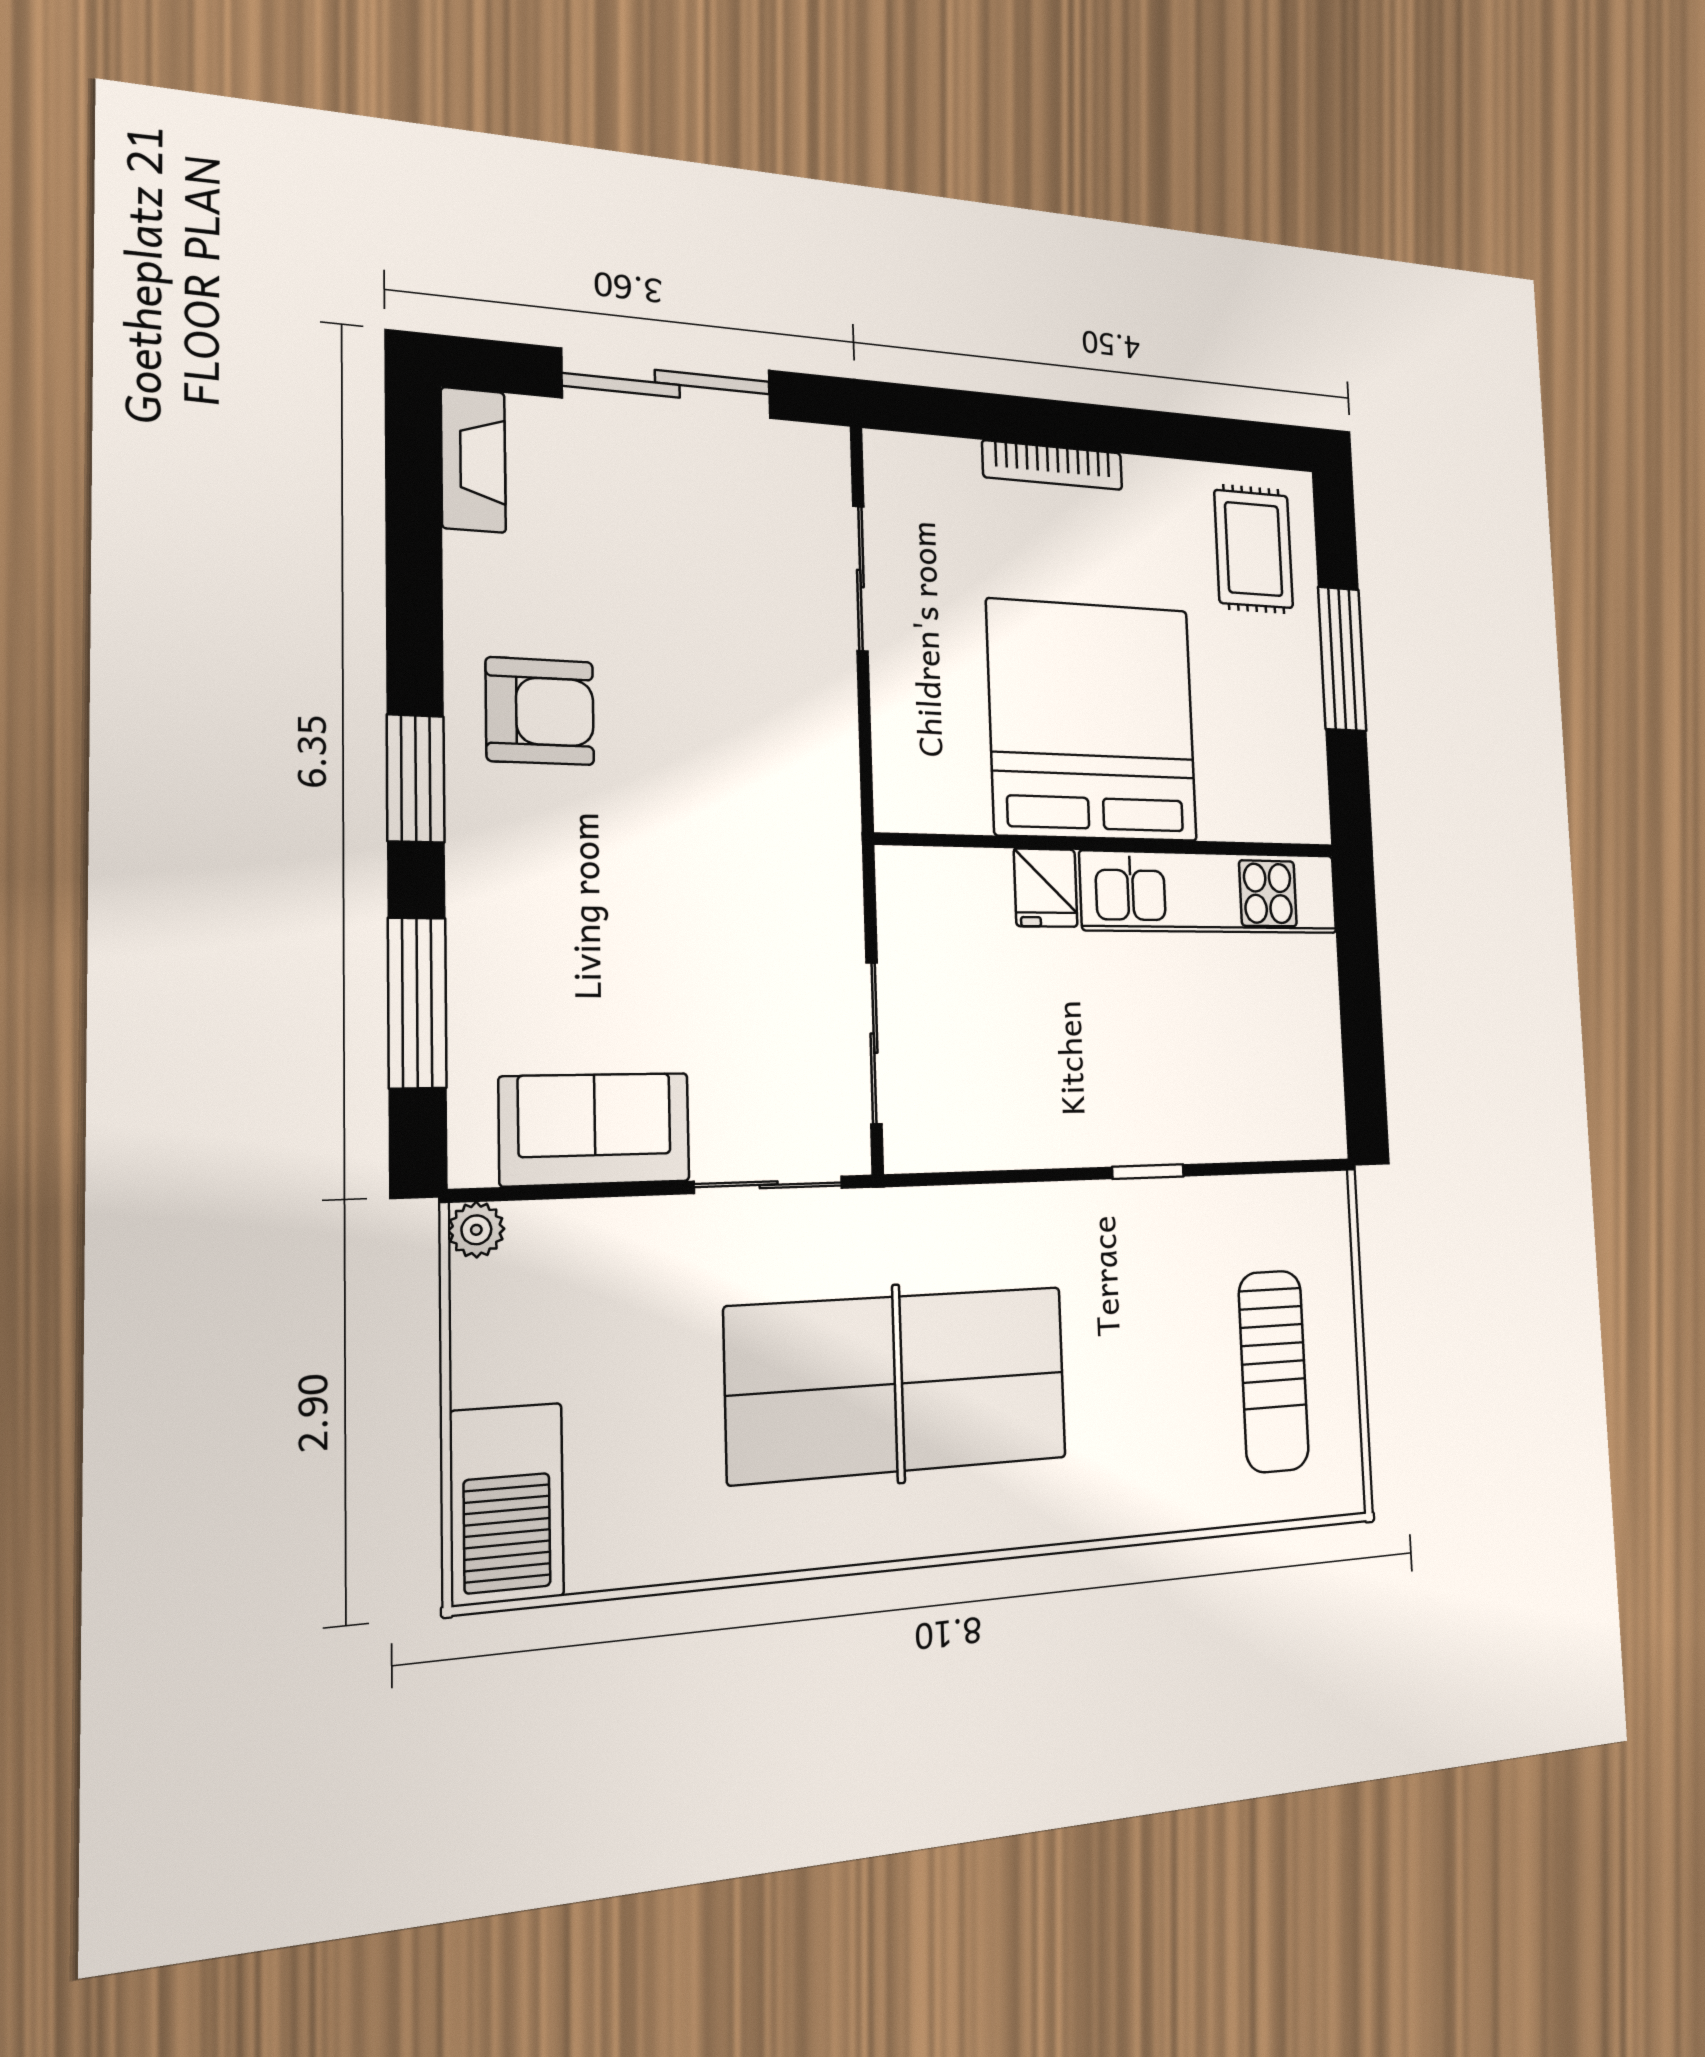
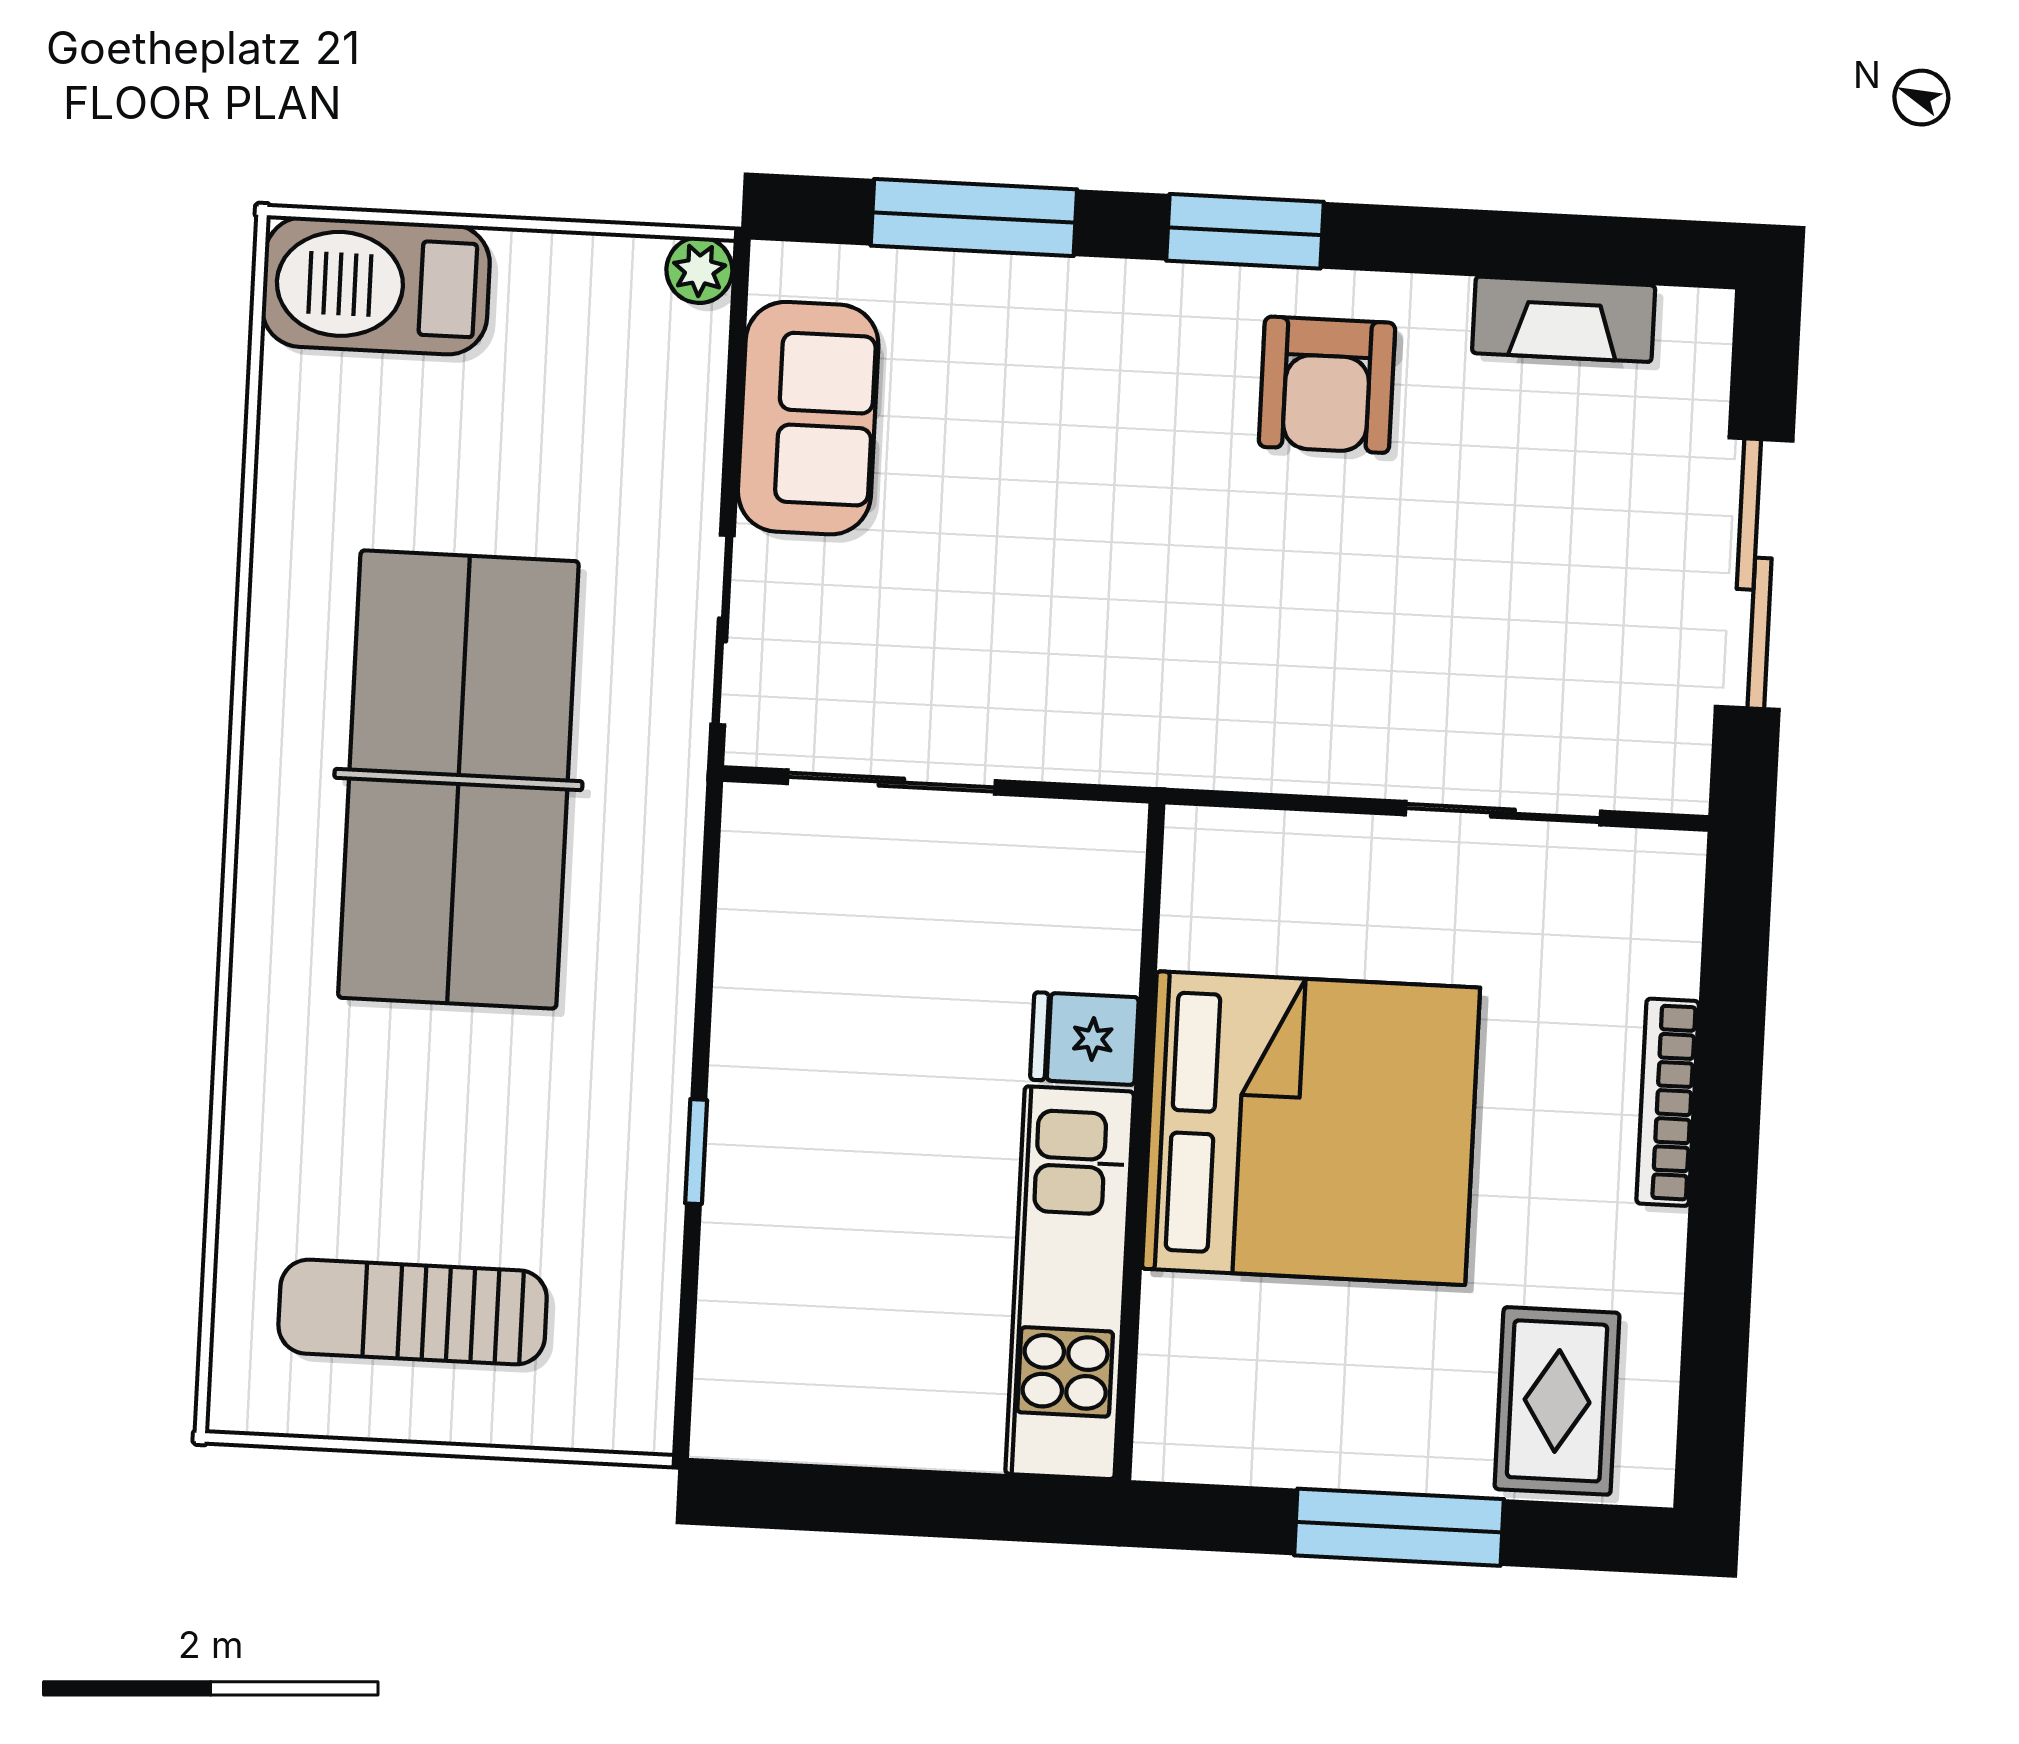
fireplace: (473, 460) -> (1564, 319), moved
rug: (1254, 549) -> (1557, 1401), turned 90

